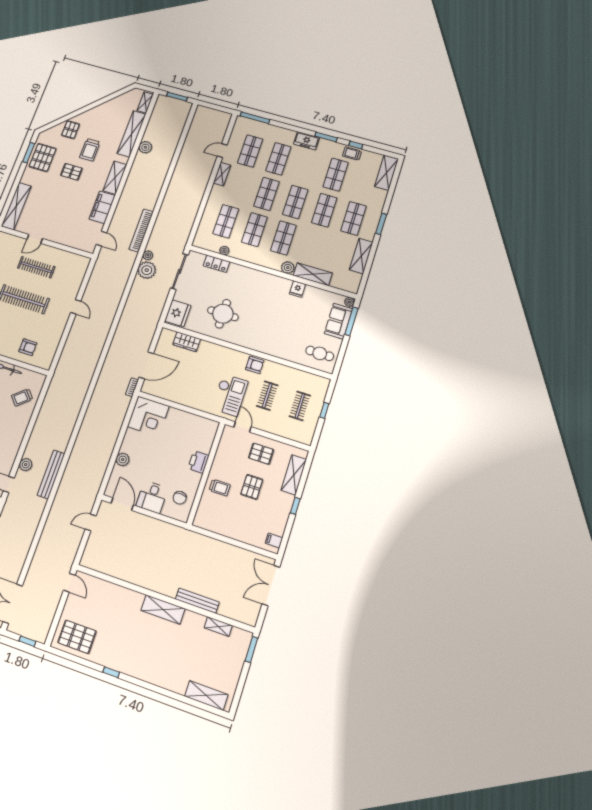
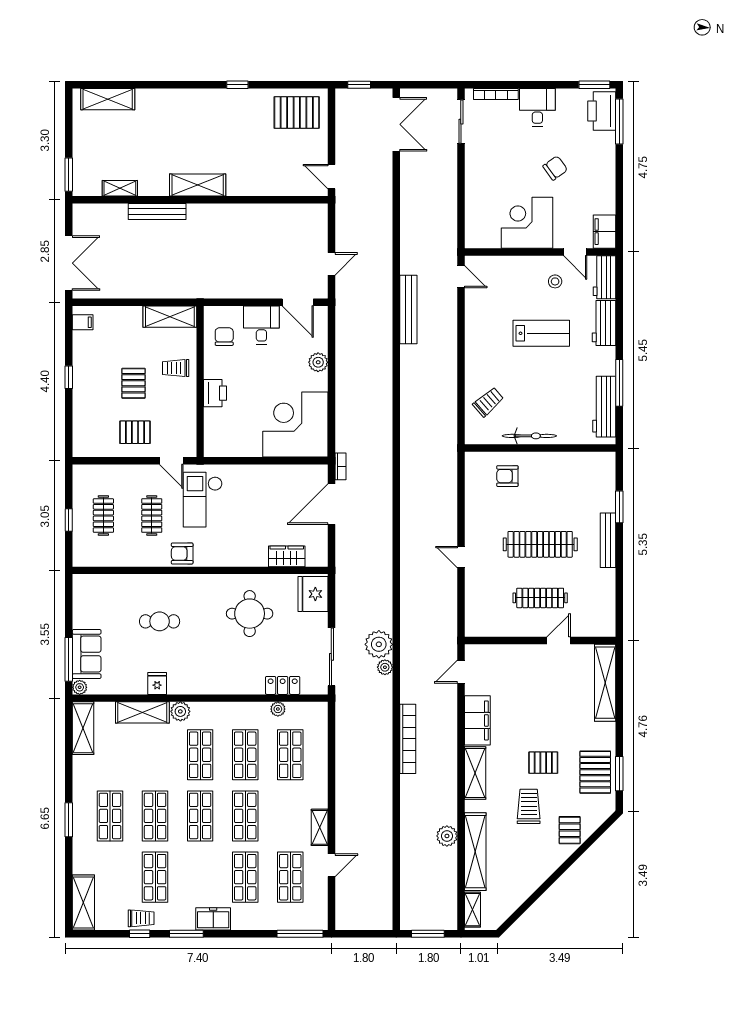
bookcase: (141, 230) -> (408, 739), moved
door: (101, 239) -> (461, 672), hinge flipped
shelving: (361, 256) -> (83, 728), moved
cafe table: (320, 353) -> (160, 621), moved
corner desk: (148, 416) -> (295, 425), width x1.36, depth x1.36
plant: (26, 465) -> (448, 311), removed
shelving: (294, 475) -> (170, 317), moved, turned 90

